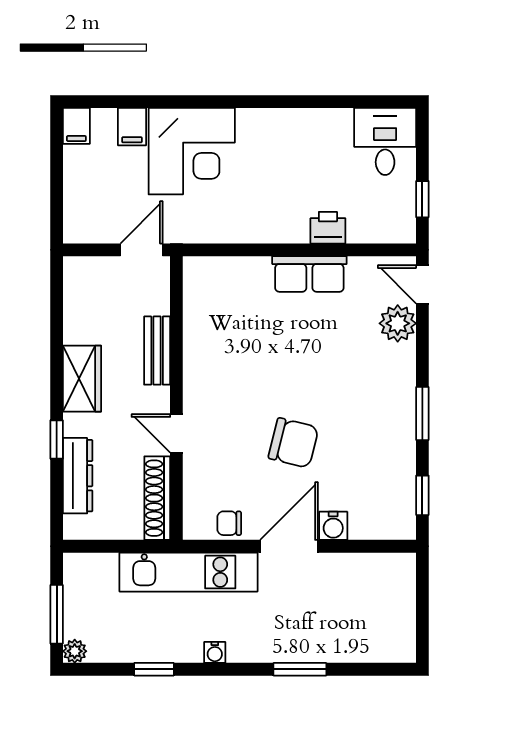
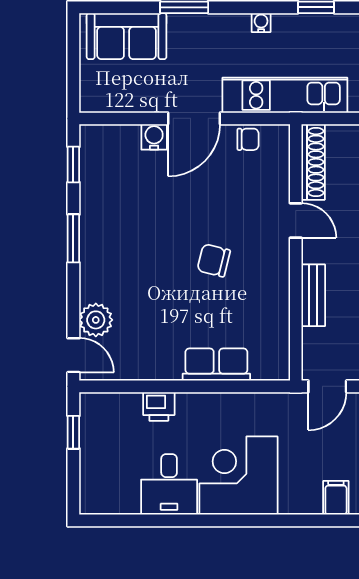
desk: (385, 141) -> (169, 484), moved
corner desk: (192, 151) -> (238, 476), moved
row of seats: (309, 274) -> (216, 365), moved
chair: (293, 443) -> (214, 260), moved, width x0.73, depth x0.73
sofa: (364, 637) -> (127, 36), added

